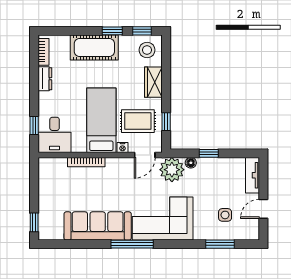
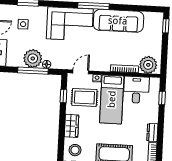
desk: (55, 135) -> (136, 90), moved
window: (209, 153) -> (33, 71), width x2.17
plant: (55, 169) -> (148, 65), added
plant: (172, 170) -> (33, 58), moved

